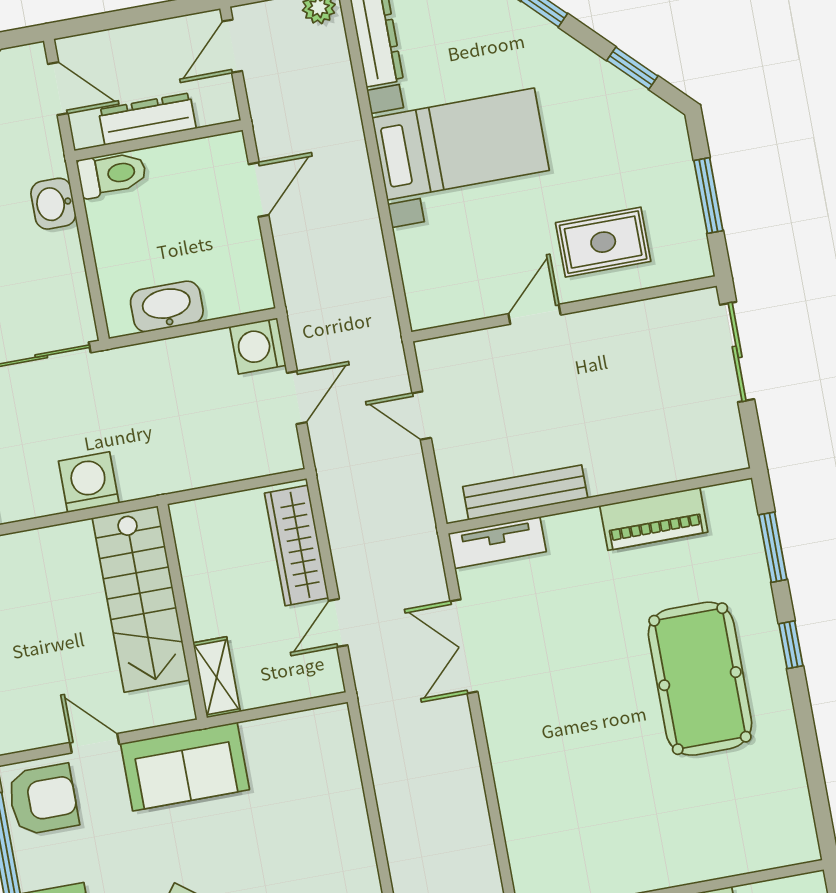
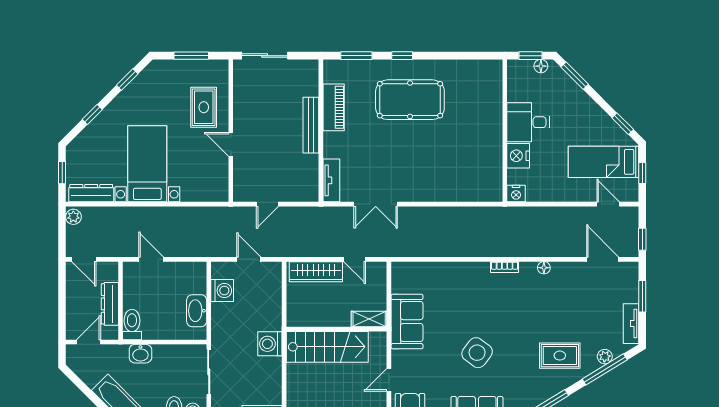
washing machine: (258, 346) -> (222, 291), moved, turned -90
washing machine: (89, 482) -> (270, 344), moved
bench: (525, 492) -> (311, 125), moved
sofa: (185, 767) -> (407, 322), moved

